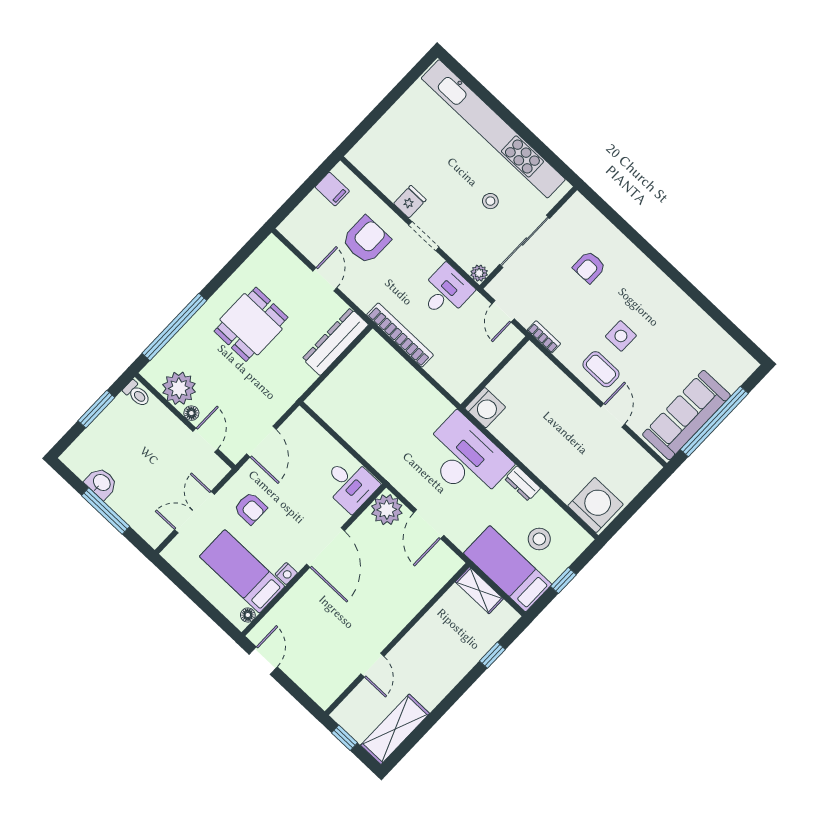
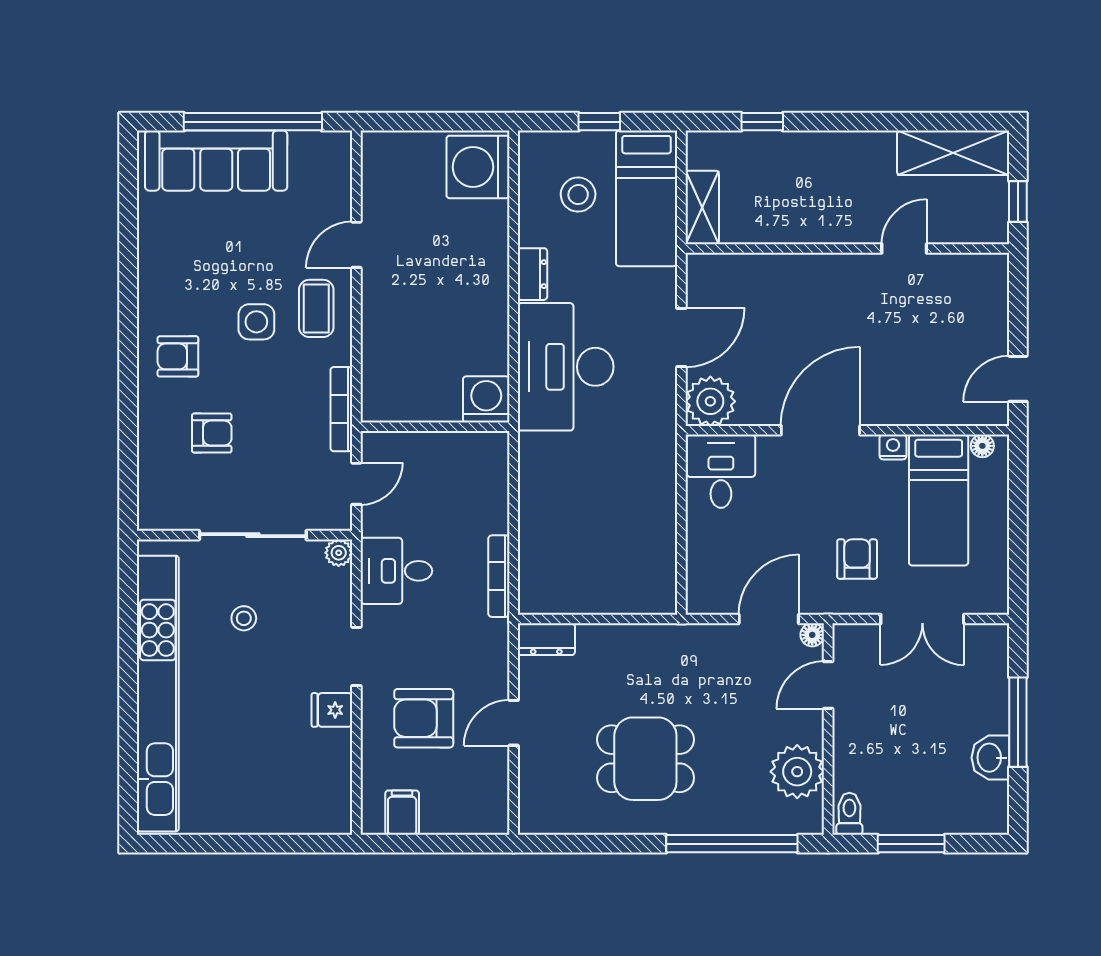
armchair: (639, 285) -> (178, 356), added
bookcase: (400, 335) -> (499, 576), width x0.68, depth x0.76
bookcase: (544, 337) -> (341, 409), width x1.56
dresser: (335, 342) -> (546, 639), width x0.51, depth x0.80
floor lamp: (191, 413) -> (812, 635), moved
sofa: (686, 415) -> (216, 161), moved

